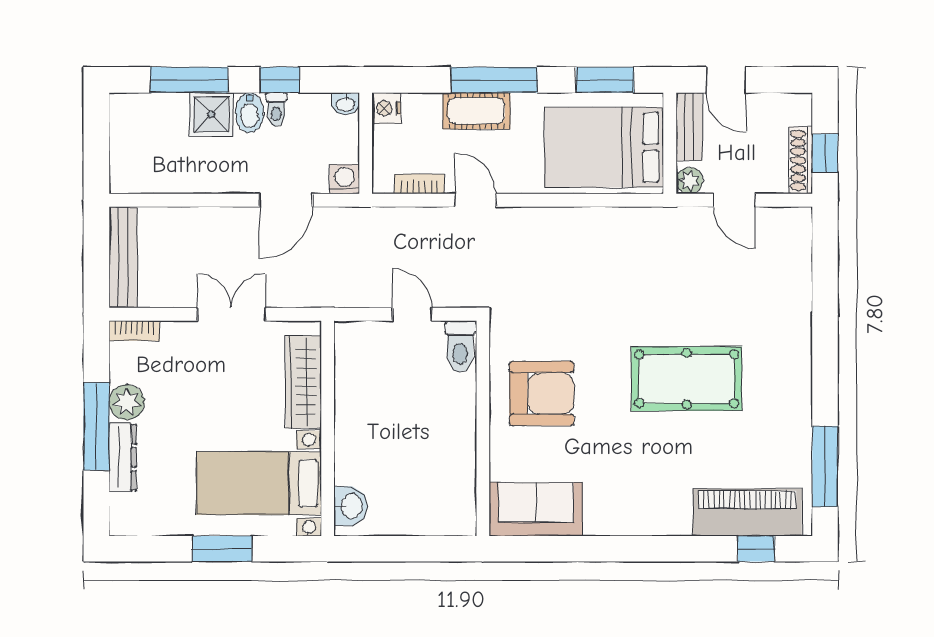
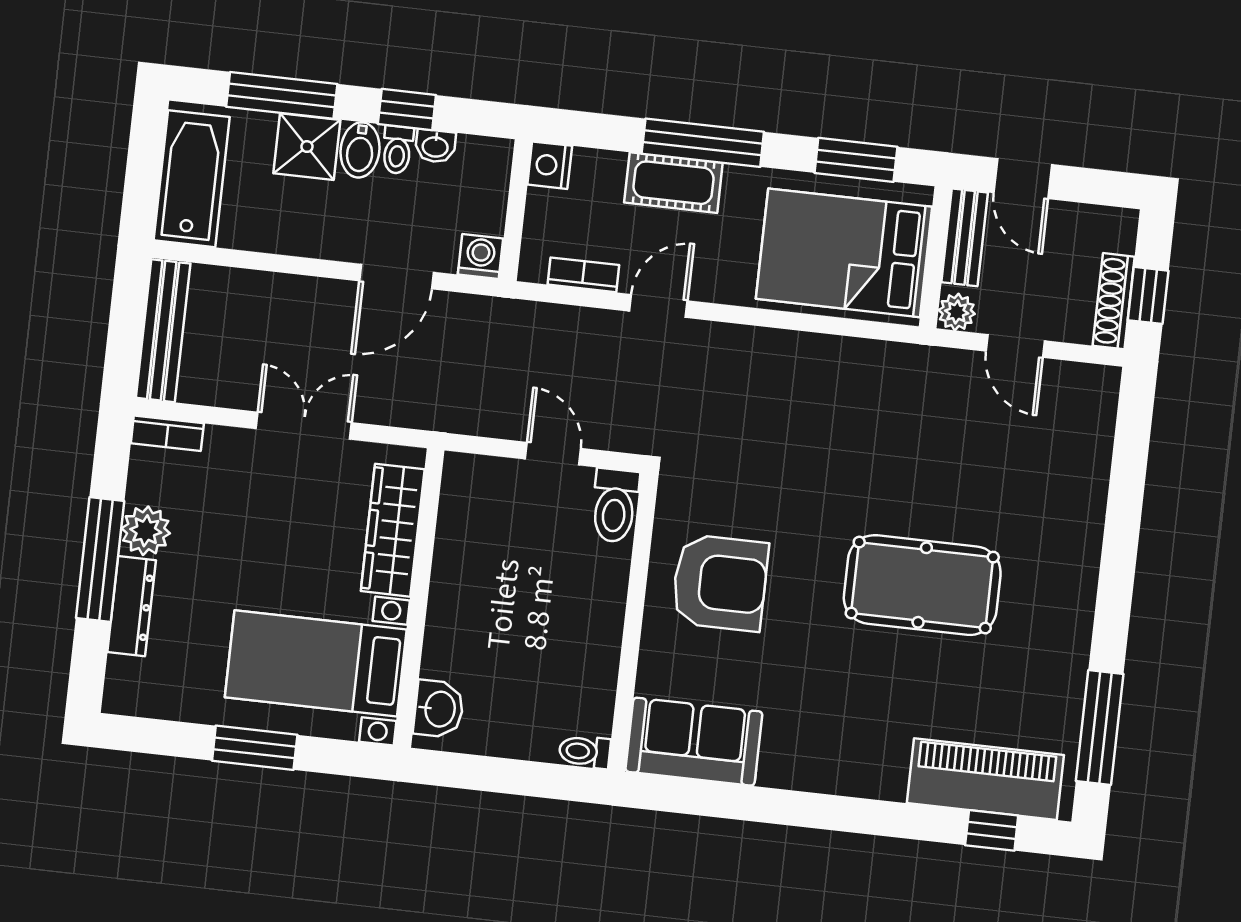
washbasin: (345, 104) -> (435, 146), moved
bathtub: (131, 147) -> (192, 179), added
door: (475, 200) -> (658, 306), hinge flipped
toilet: (459, 525) -> (585, 752), added

